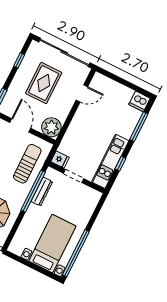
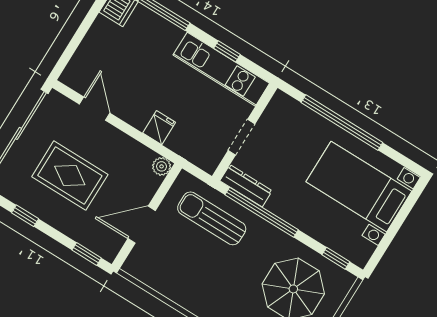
plant: (51, 127) -> (162, 166), width x0.53, depth x0.53
fridge: (60, 159) -> (159, 128), moved
dresser: (42, 192) -> (246, 186), moved
window: (12, 234) -> (336, 258), added
window: (76, 253) -> (342, 123), moved

